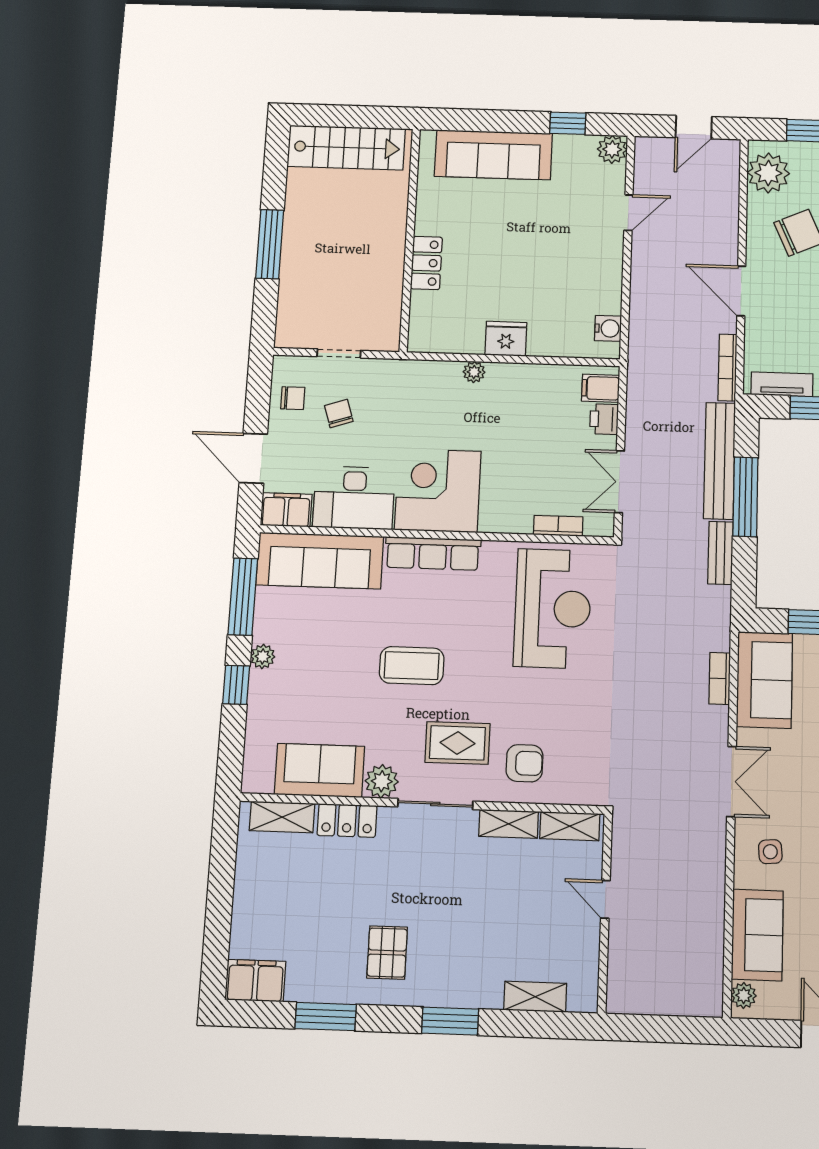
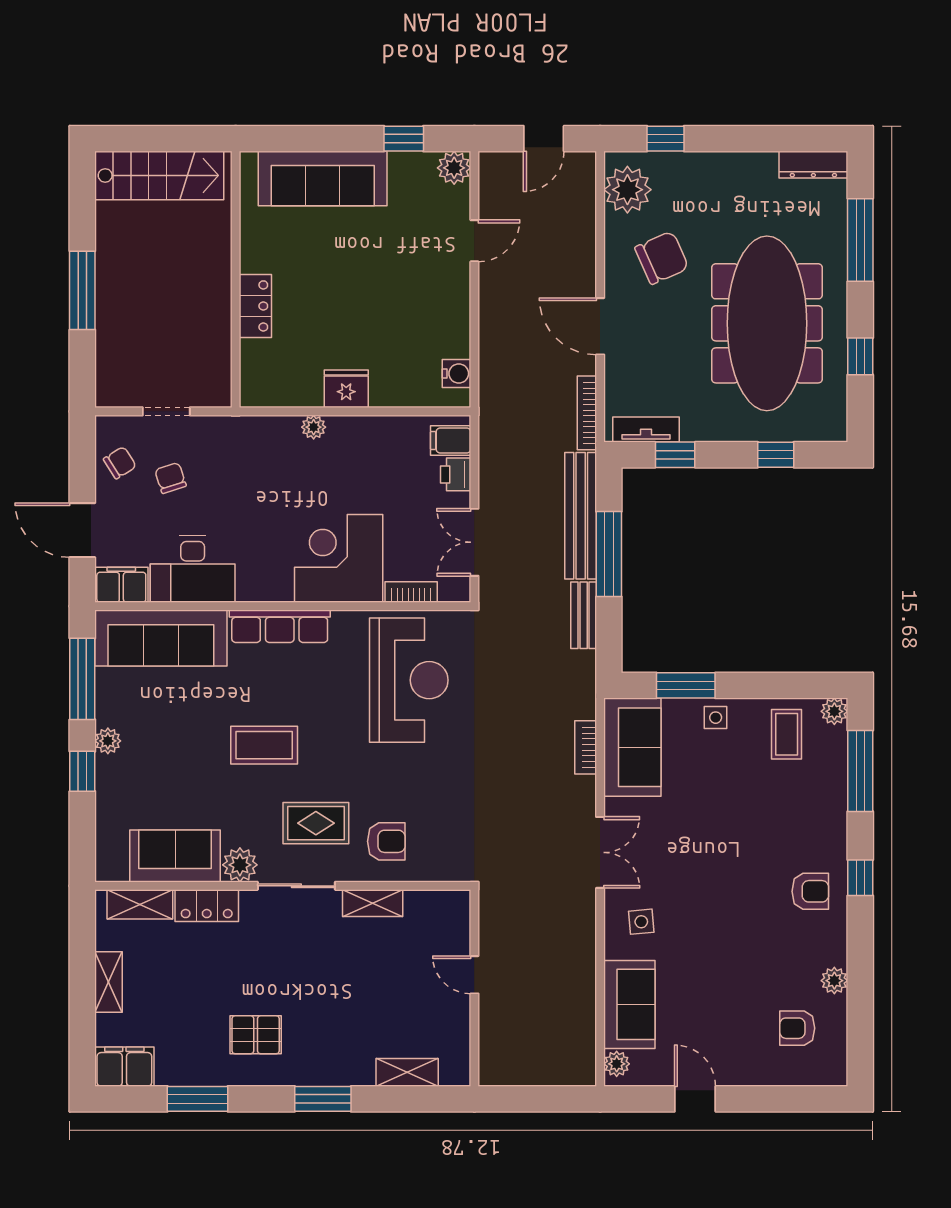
chair: (293, 398) -> (120, 463), turned -32
corner desk: (438, 490) -> (339, 558), moved
shelving: (570, 826) -> (109, 982), moved, turned 90
pallet: (387, 953) -> (256, 1035), turned 90

